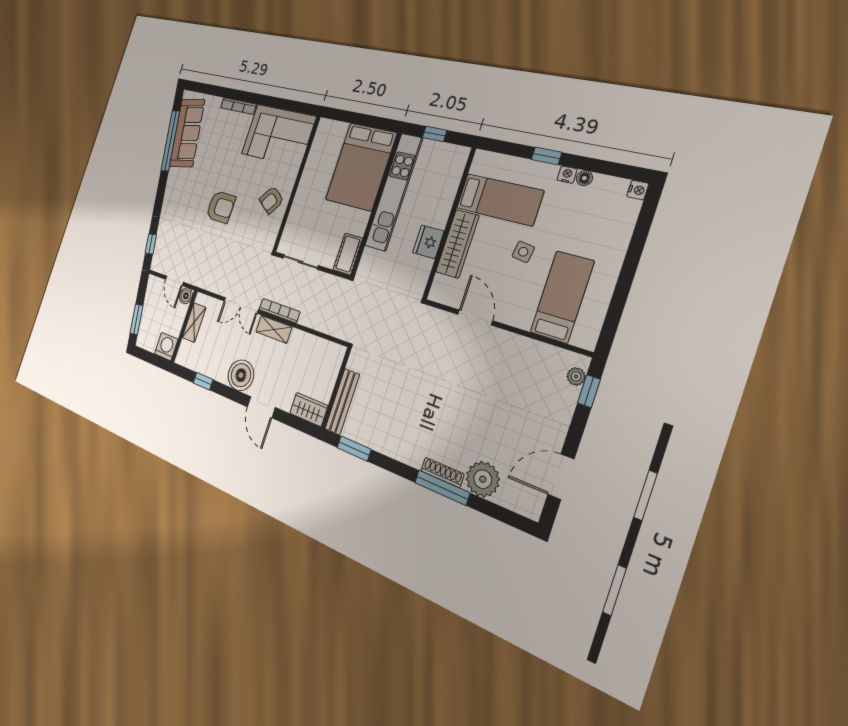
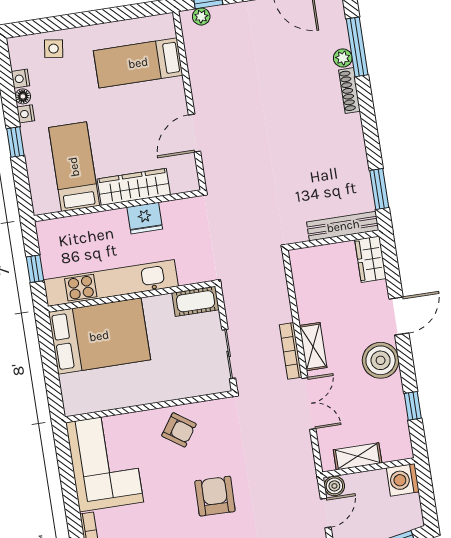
nightstand: (638, 190) -> (20, 79), moved, turned -90
side table: (523, 252) -> (54, 49), moved
plant: (483, 479) -> (343, 58), width x0.53, depth x0.53
window: (442, 488) -> (357, 47), moved

